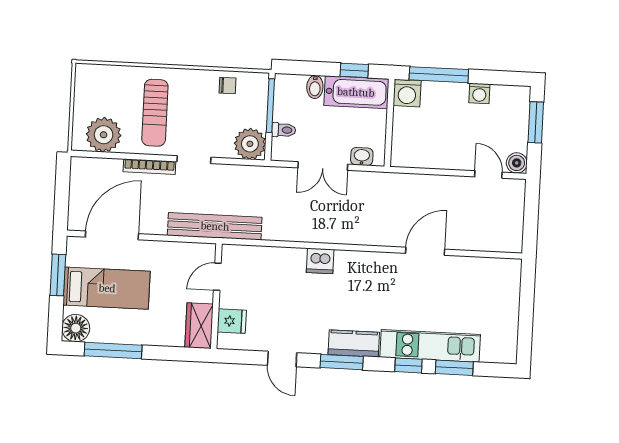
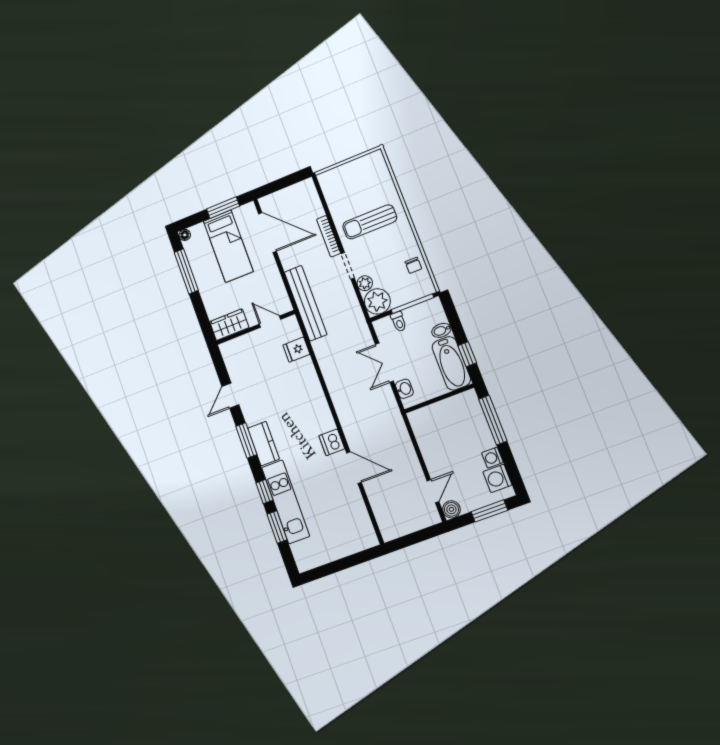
washing machine: (407, 93) -> (497, 478), moved
plant: (104, 135) -> (365, 283), moved, width x0.53, depth x0.53
dishwasher: (320, 261) -> (332, 442), moved
fridge: (232, 321) -> (296, 350), moved, turned 90
floor lamp: (76, 328) -> (185, 235), width x0.53, depth x0.53

